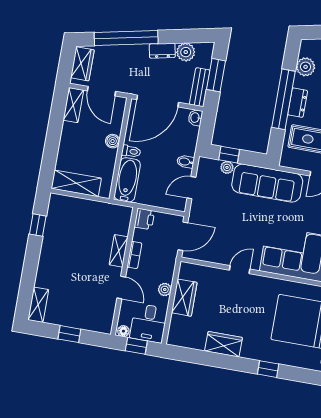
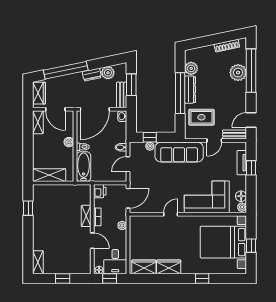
dresser: (298, 103) -> (190, 90), width x1.44
plant: (165, 289) -> (122, 225), moved
wardrobe: (184, 298) -> (144, 267), moved, turned -90

